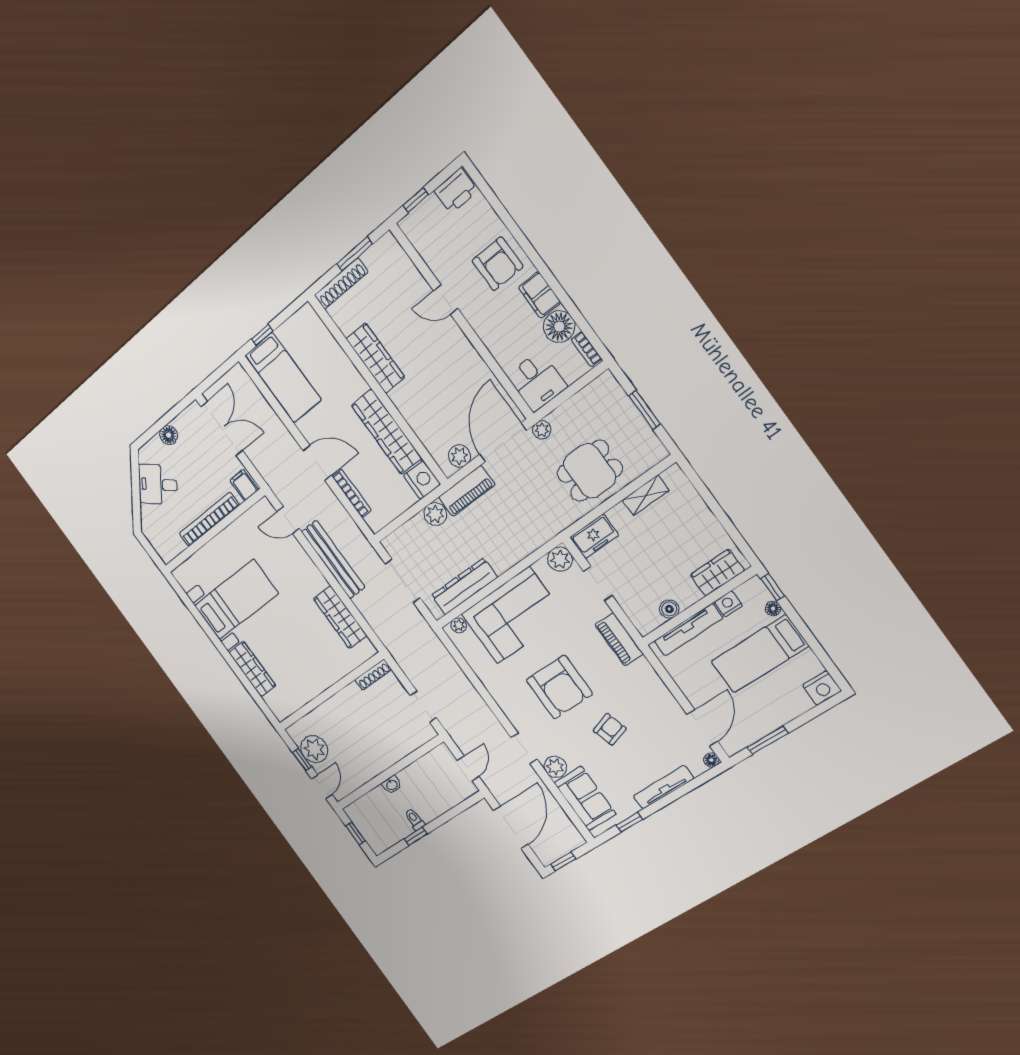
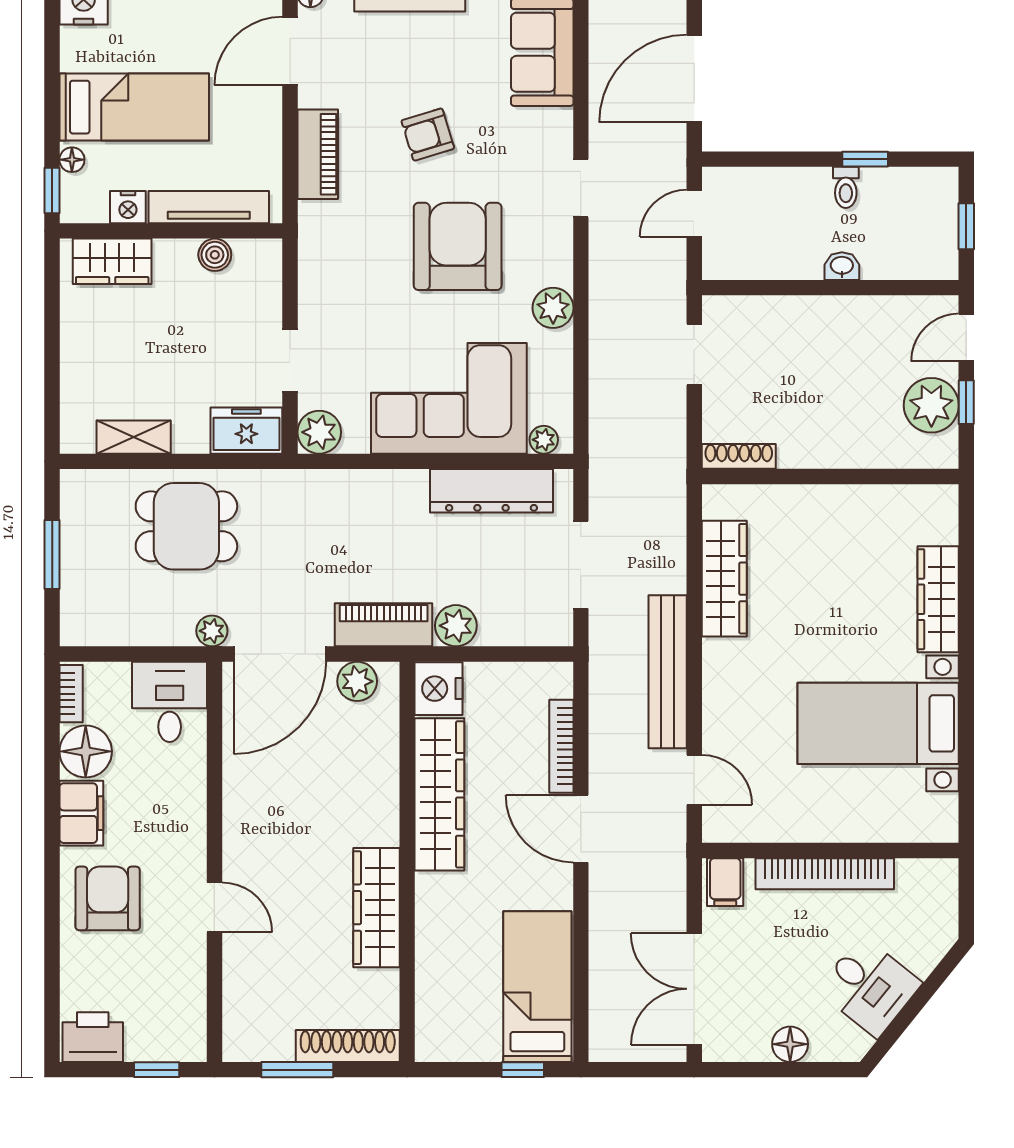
piano: (619, 639) -> (318, 154), moved
plant: (555, 767) -> (553, 308), moved

